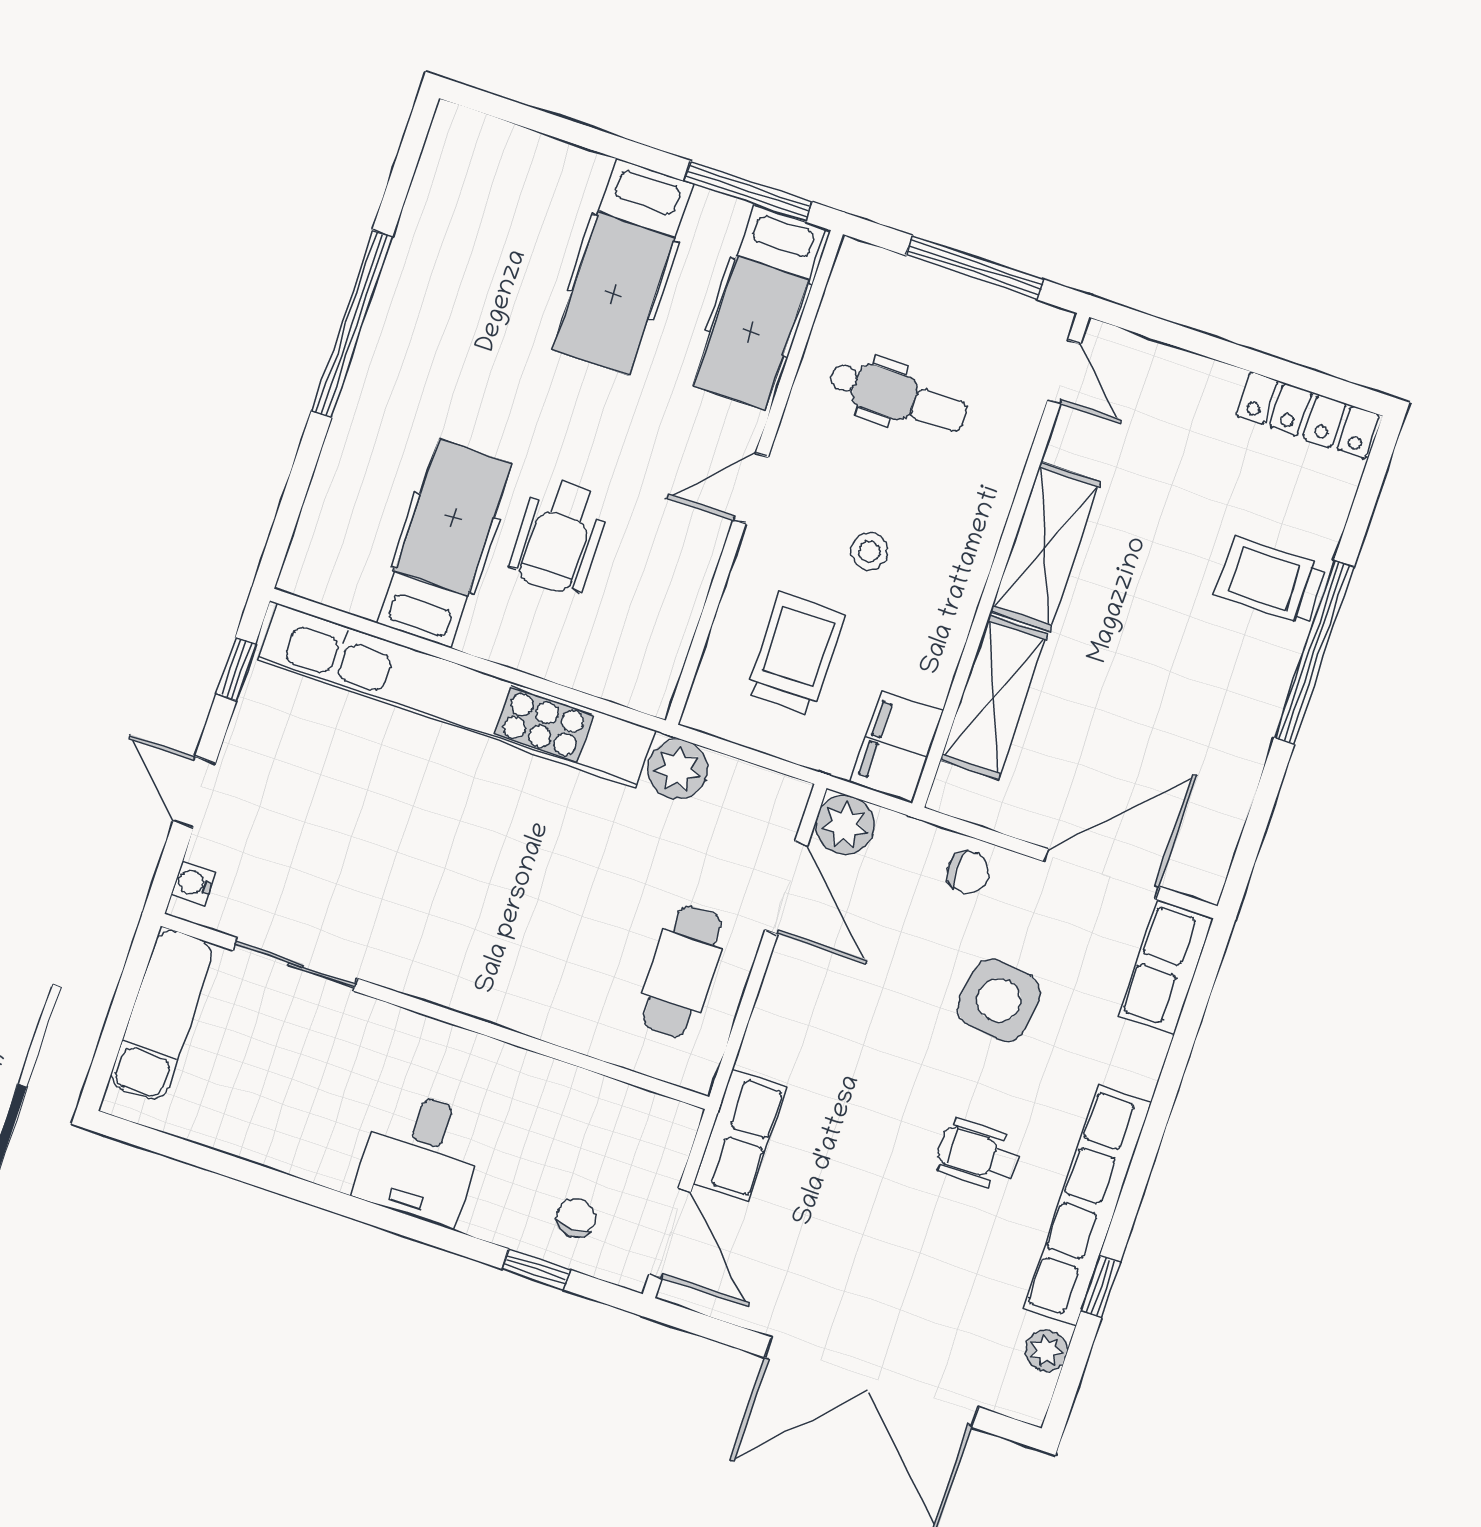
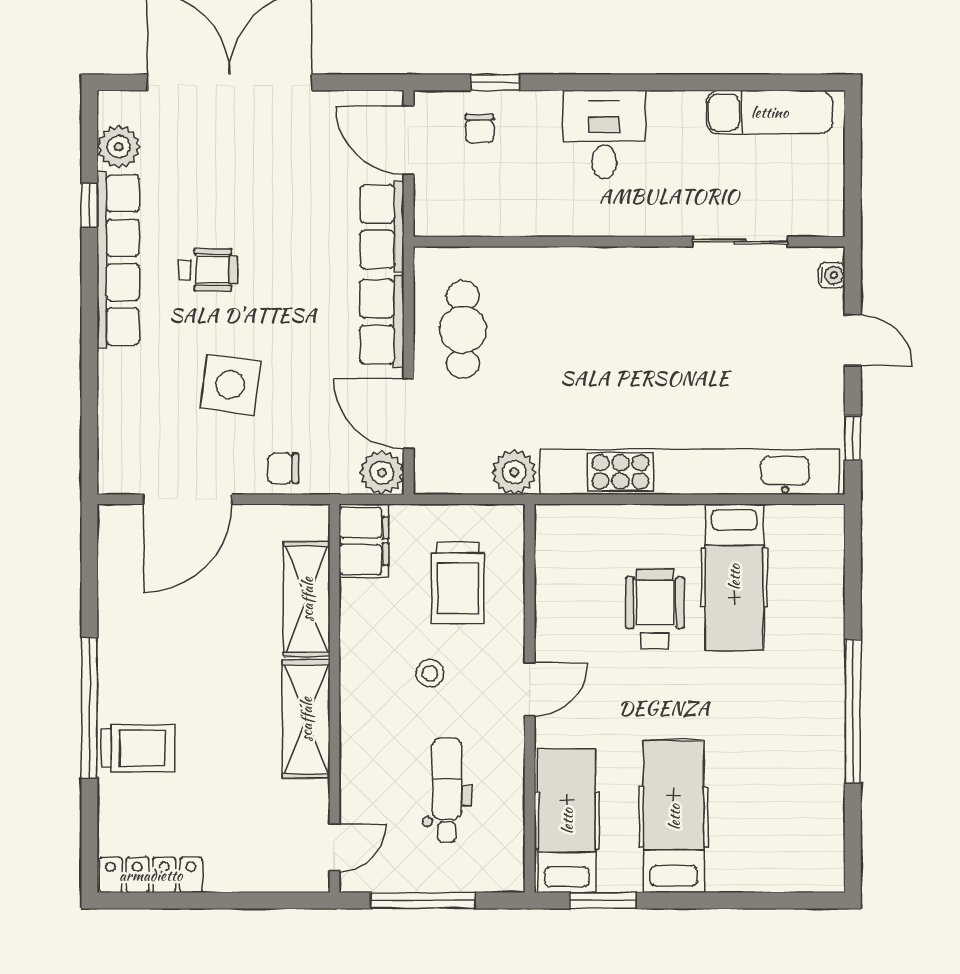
window: (748, 191) -> (603, 900), width x0.69
door: (1064, 372) -> (334, 848), swing flipped
dental chair: (898, 397) -> (447, 790), turned 90
row of seats: (1166, 967) -> (382, 322), moved, turned 180
exam couch: (162, 1015) -> (770, 112), moved, turned -90
plant: (1046, 1351) -> (119, 147), width x1.38, depth x1.38

